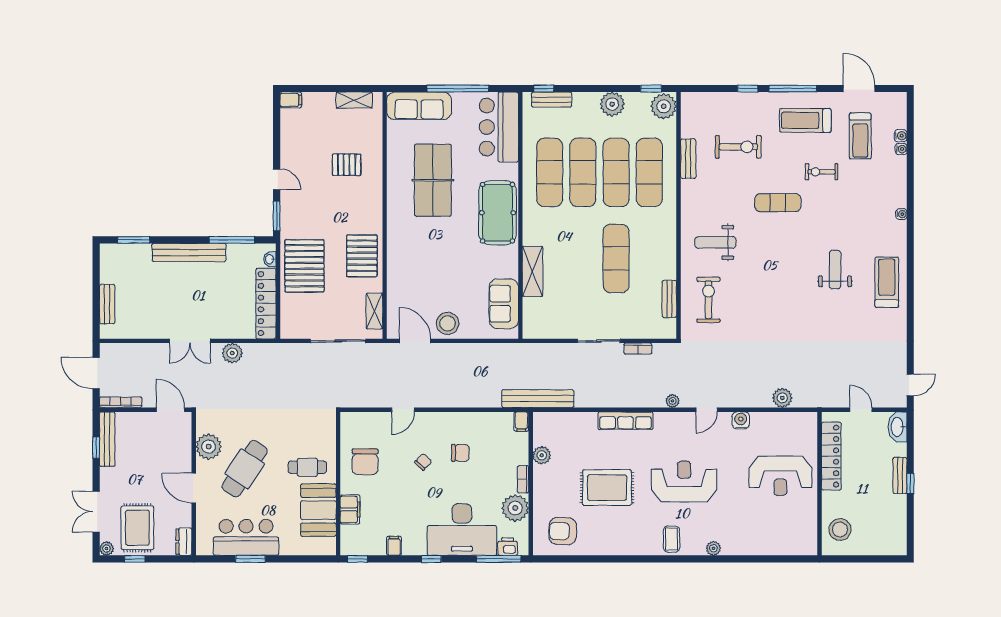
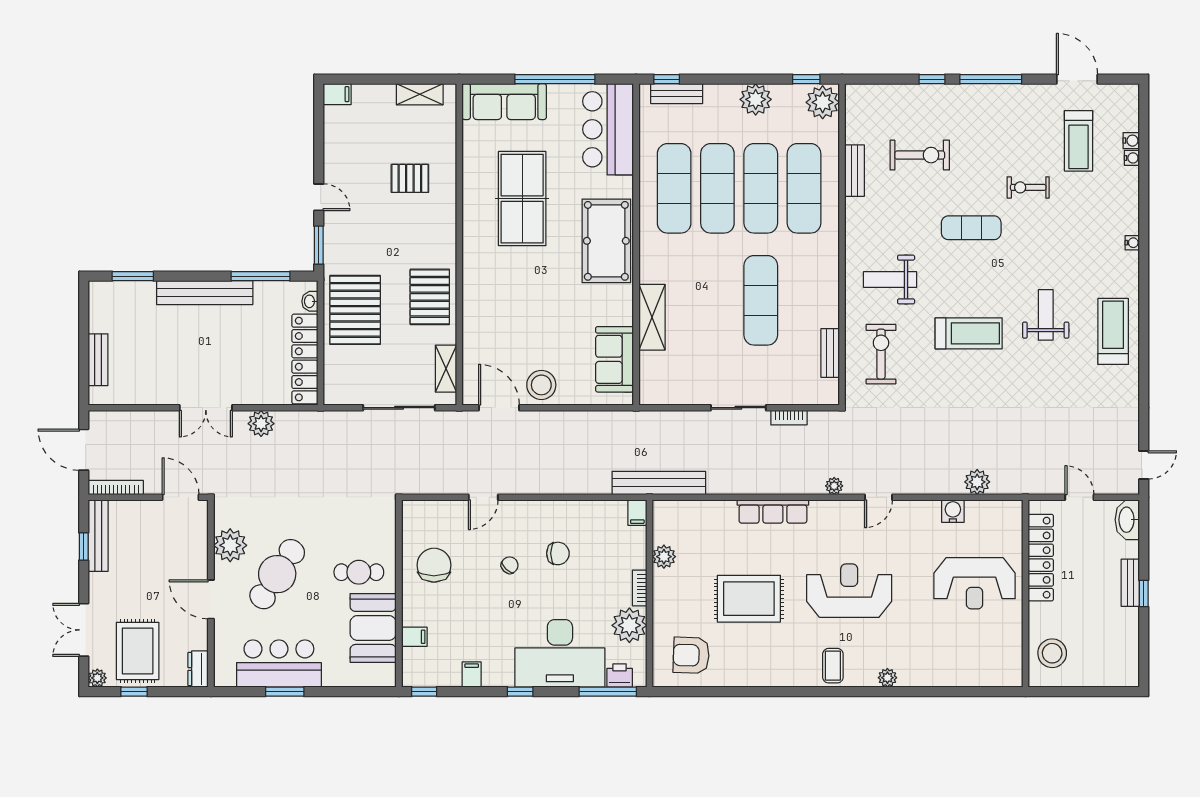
treadmill: (805, 120) -> (969, 333), moved, turned 180
water cooler: (741, 420) -> (953, 511), moved
chair: (365, 462) -> (434, 565), turned 180
filing cabinet: (350, 510) -> (414, 637), width x0.50

